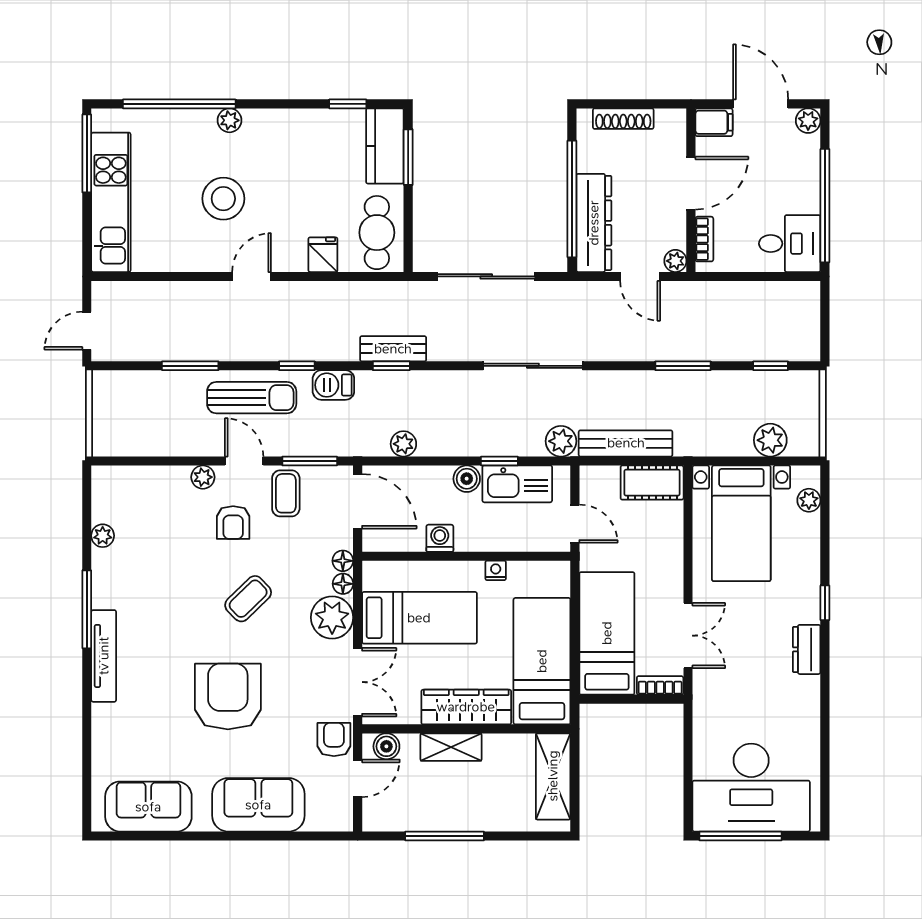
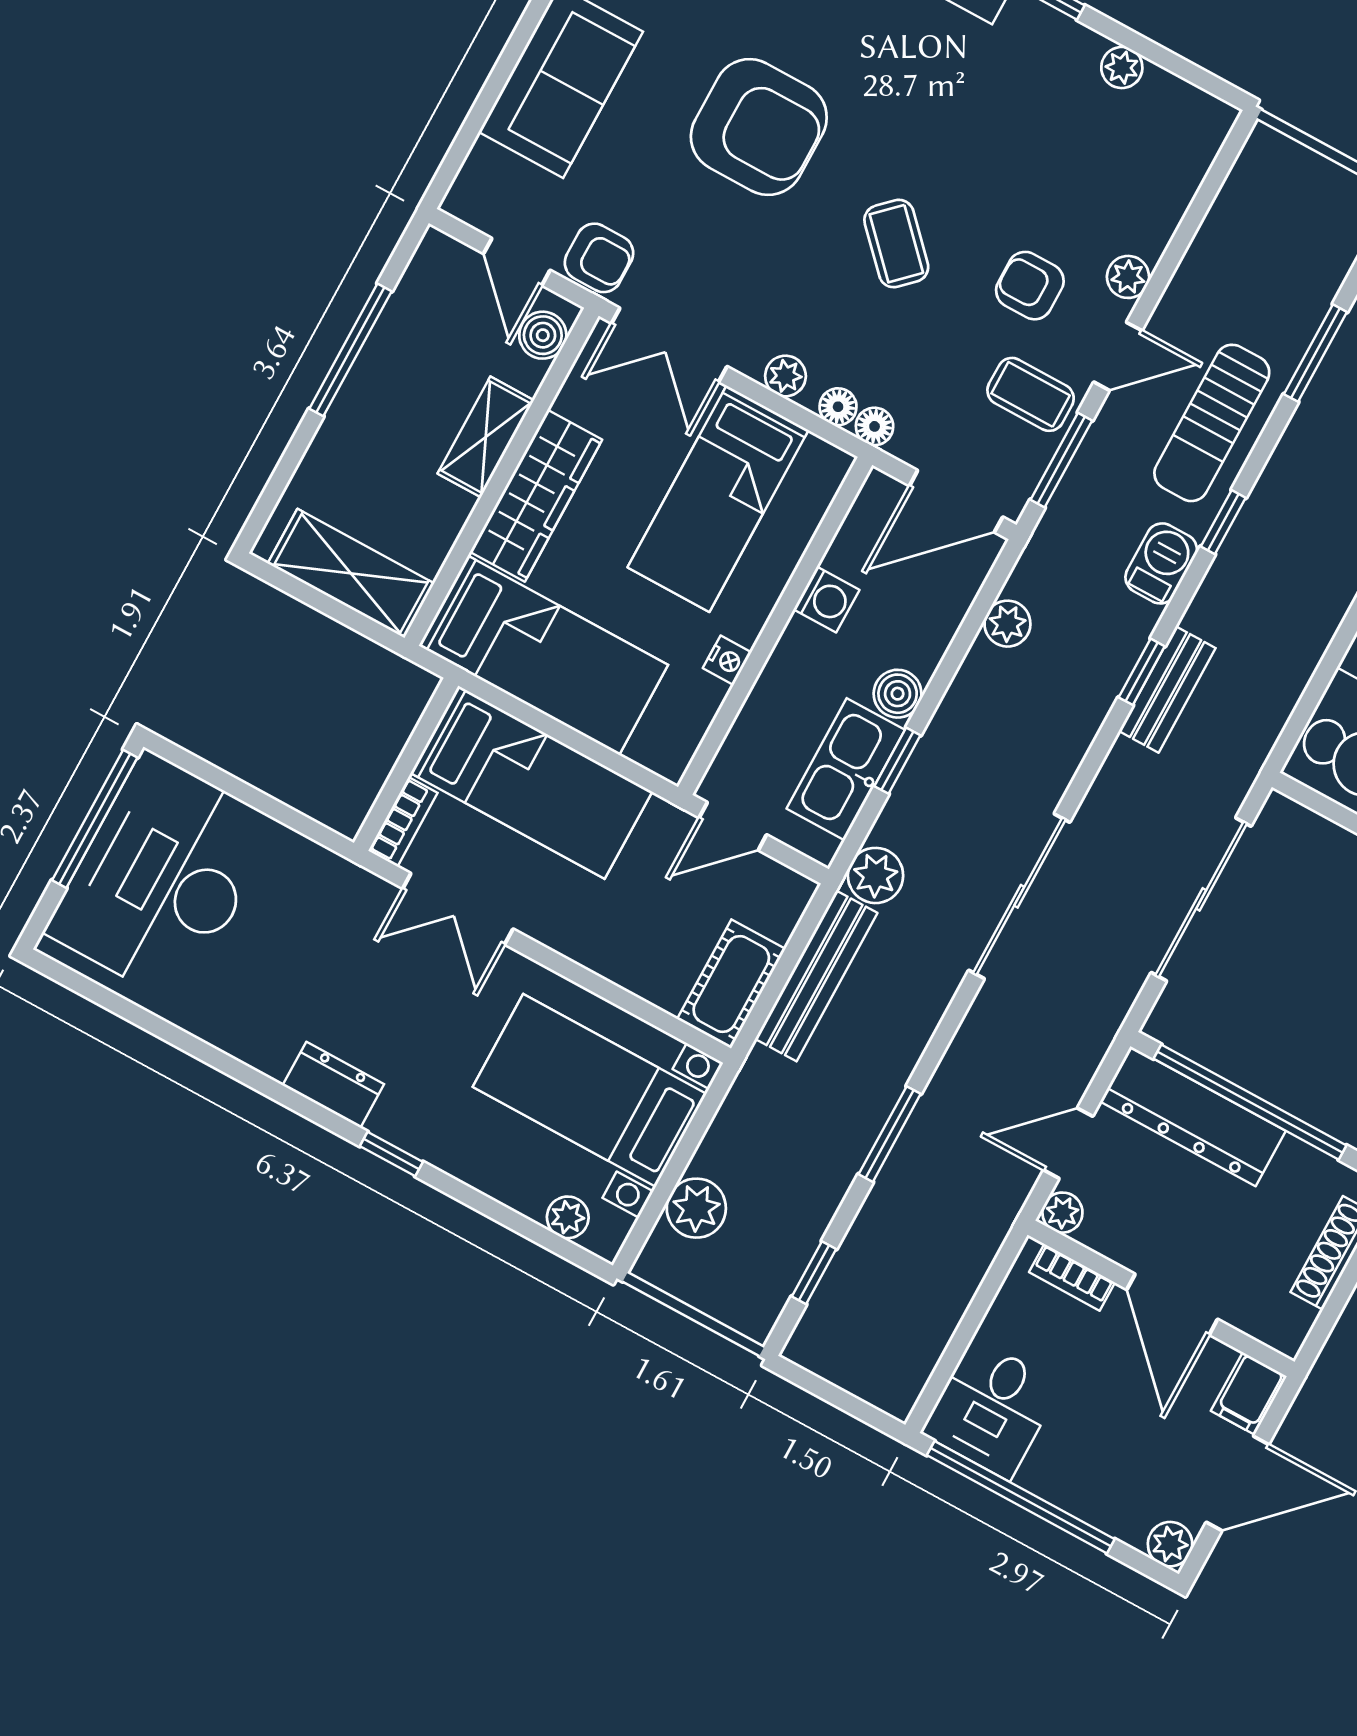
plant: (332, 617) -> (785, 376), width x0.53, depth x0.53

